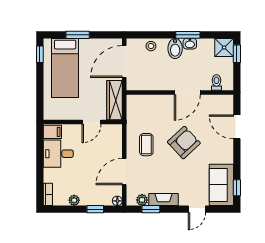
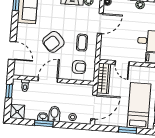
window: (237, 54) -> (9, 91), moved
armchair: (148, 112) -> (79, 67), added
door: (92, 122) -> (122, 63), swing flipped

